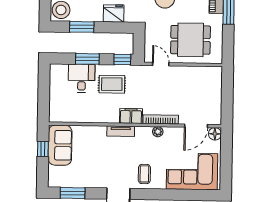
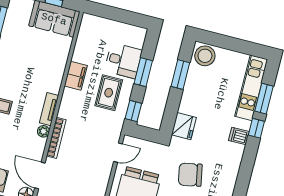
fridge: (114, 13) -> (184, 126), moved
filing cabinet: (131, 116) -> (76, 76), moved
tv unit: (121, 131) -> (49, 109), moved

